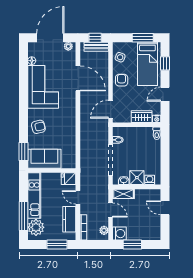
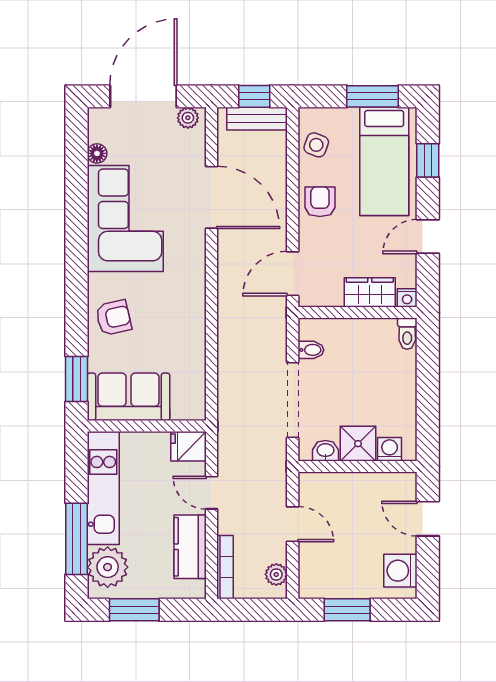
shelving: (123, 194) -> (325, 484), removed
washing machine: (119, 234) -> (400, 571), moved, turned 180
window: (57, 245) -> (134, 610), moved

